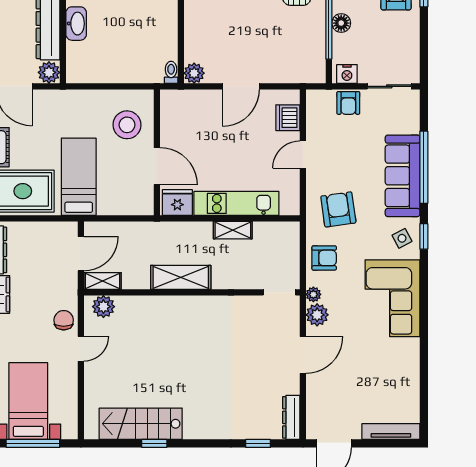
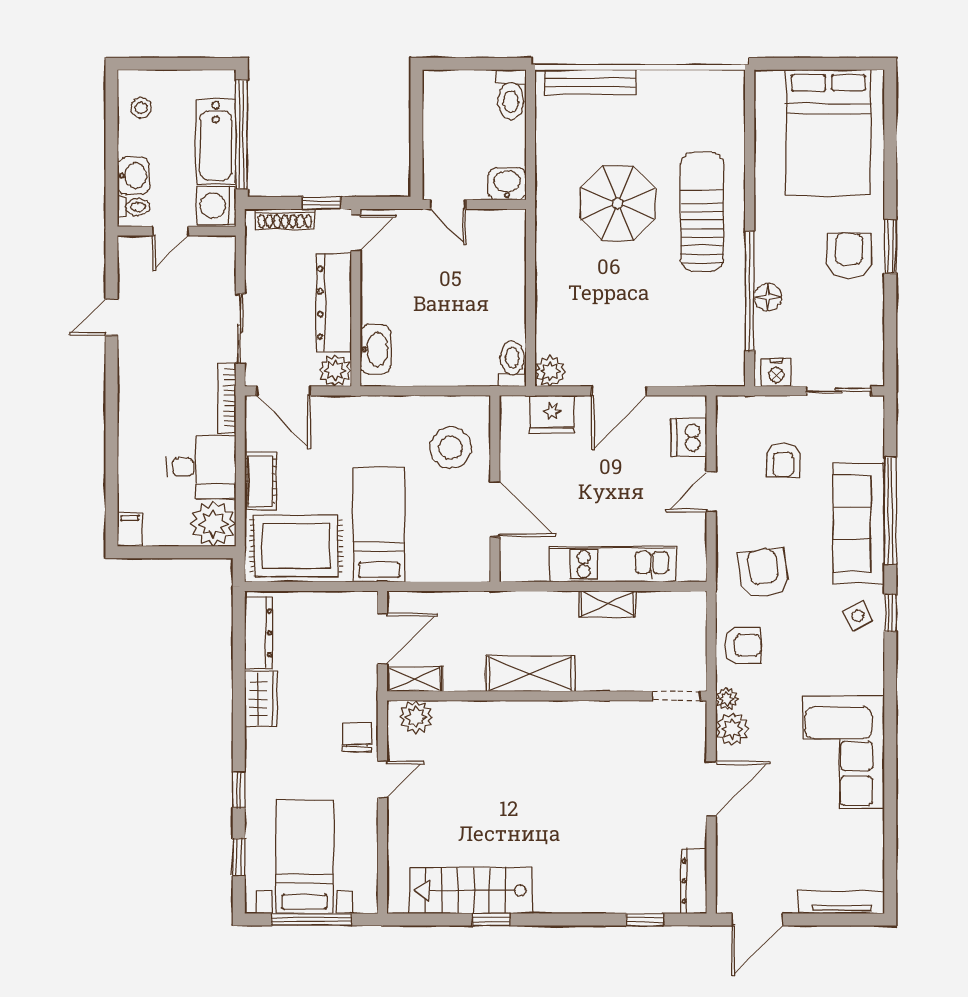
washbasin: (76, 24) -> (375, 349), moved
toilet: (171, 72) -> (512, 364), width x1.37, depth x1.39
armchair: (348, 103) -> (783, 460), moved
fridge: (177, 203) -> (552, 414), moved, turned 180
corner sofa: (392, 298) -> (844, 752), moved

